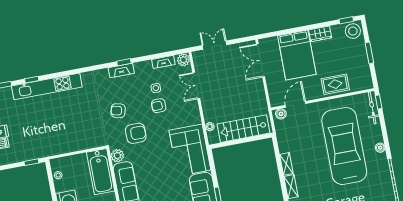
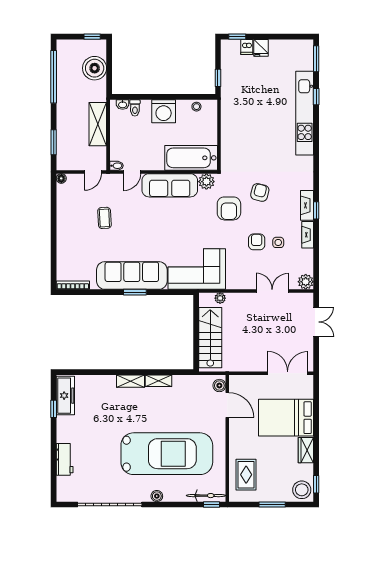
fireplace: (163, 62) -> (308, 235), moved
rug: (335, 84) -> (246, 475), moved

